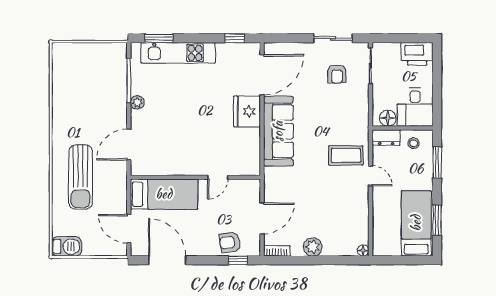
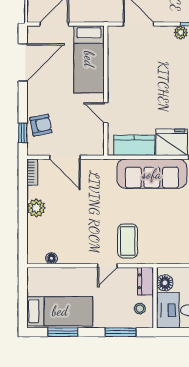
kitchen counter: (250, 149) -> (134, 145), added
armchair: (230, 242) -> (41, 125), turned 87
floor lamp: (363, 250) -> (52, 258), moved

